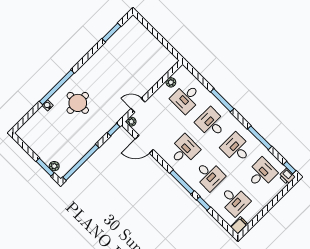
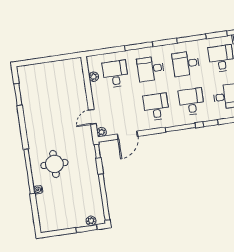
desk: (186, 98) -> (115, 74), turned 180
desk: (209, 175) -> (191, 102), turned -90

